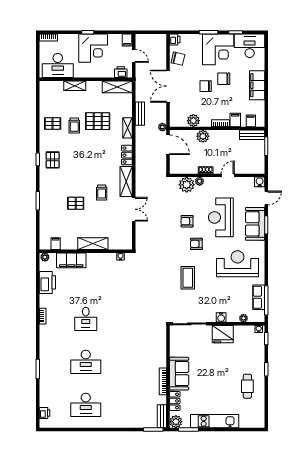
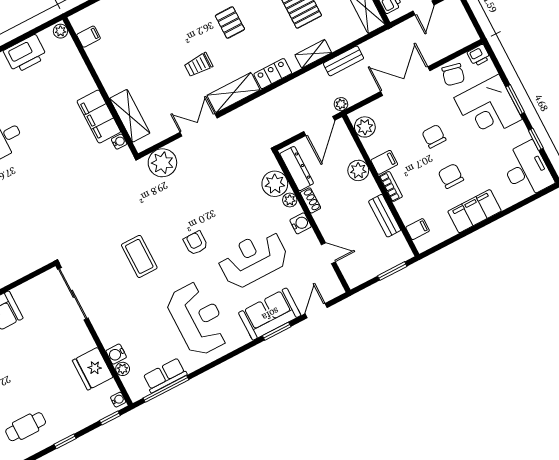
corner desk: (218, 49) -> (488, 108), moved
chair: (224, 79) -> (451, 176), moved
filing cabinet: (235, 120) -> (384, 162), moved
plant: (193, 121) -> (365, 127), moved
bench: (252, 135) -> (385, 216), moved
dresser: (185, 169) -> (297, 169), added
door: (228, 175) -> (328, 253), moved
water cooler: (260, 182) -> (301, 223), moved
door: (266, 198) -> (316, 311), swing flipped
pallet: (76, 203) -> (230, 23), moved
double door: (134, 209) -> (199, 125), swing flipped
armchair: (187, 221) -> (222, 212), removed
plant: (144, 239) -> (162, 163), added
shelving: (93, 244) -> (130, 116), moved
filing cabinet: (71, 260) -> (99, 117), moved
coffee table: (188, 278) -> (139, 256), turned 90
water cooler: (221, 317) -> (116, 354), moved
fridge: (223, 334) -> (93, 369), moved

